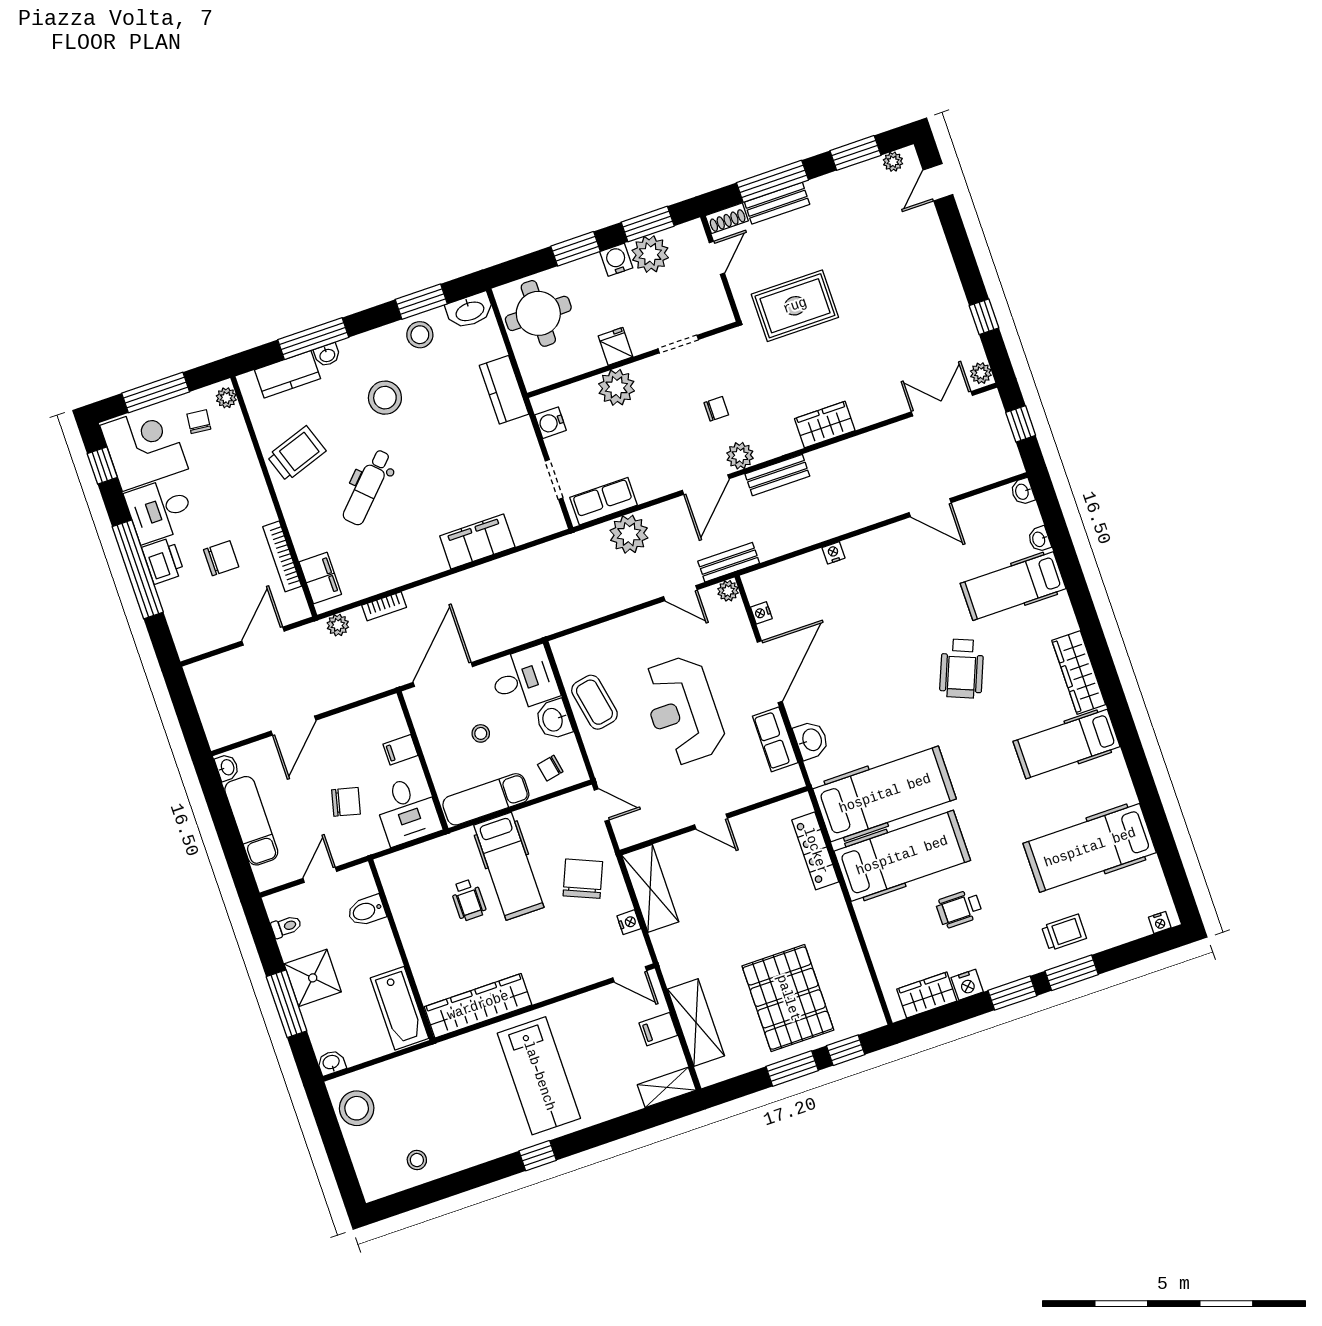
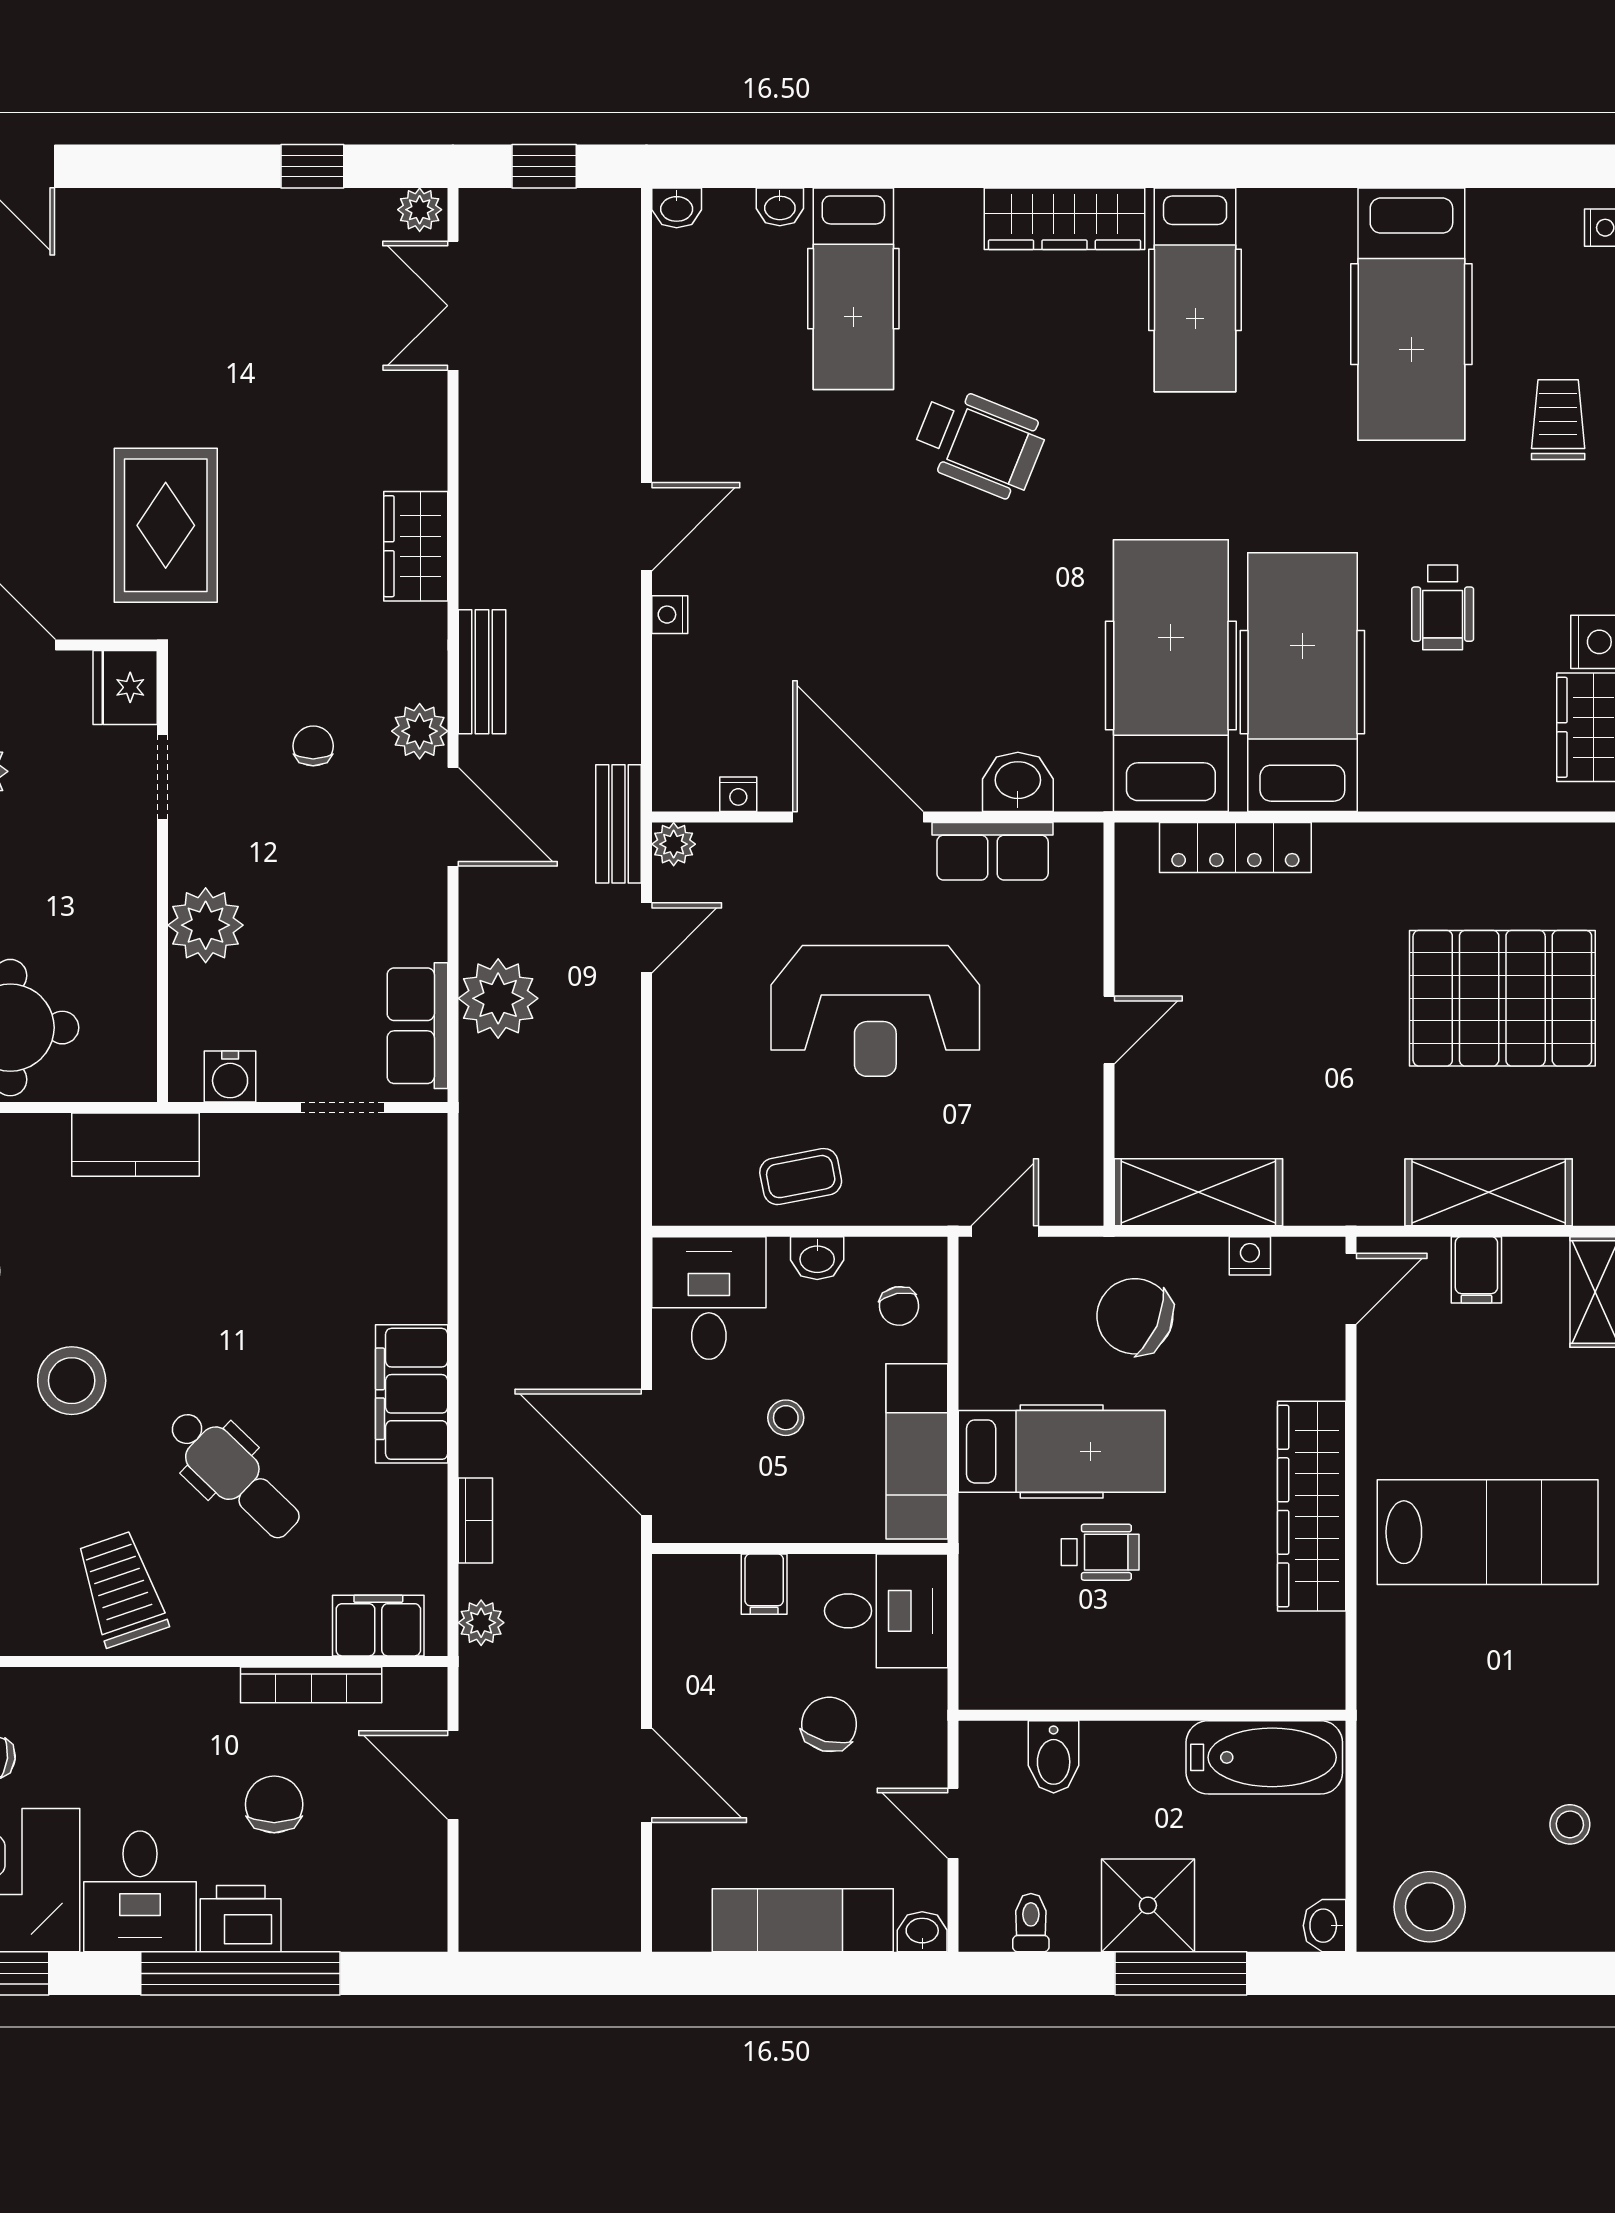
fridge: (615, 346) -> (125, 687), moved, width x1.38
door: (930, 508) -> (647, 527), moved
filing cabinet: (477, 541) -> (412, 1394), moved
coffee table: (594, 702) -> (801, 1177), width x0.73, depth x0.77
washbasin: (553, 719) -> (817, 1258), width x0.72, depth x0.69
washbasin: (227, 767) -> (922, 1932), moved
wardrobe: (478, 1006) -> (1312, 1506), moved

